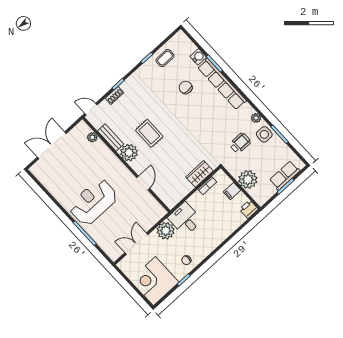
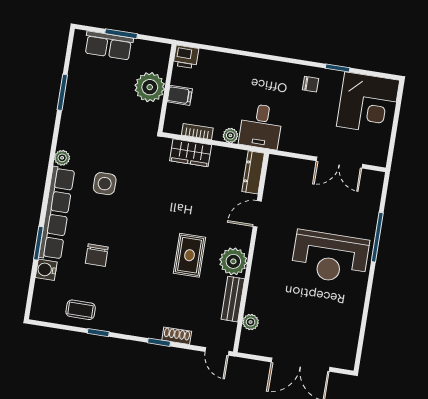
plant: (256, 118) -> (62, 158), moved
side table: (264, 134) -> (105, 184), moved
wheelchair: (240, 143) -> (112, 133), removed
dresser: (165, 197) -> (253, 172), added
plant: (166, 231) -> (230, 135), moved, width x0.53, depth x0.53

